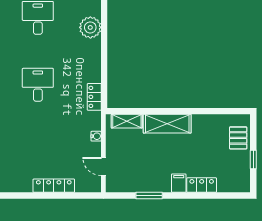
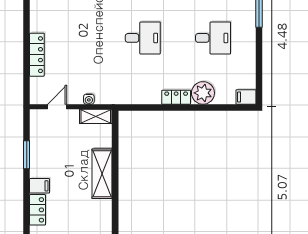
locker: (94, 97) -> (176, 97), moved
shelving: (127, 121) -> (96, 116), moved, turned 90

